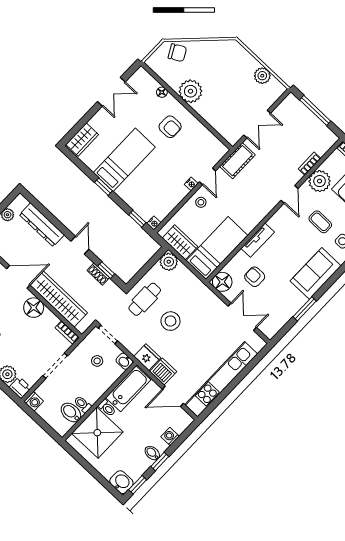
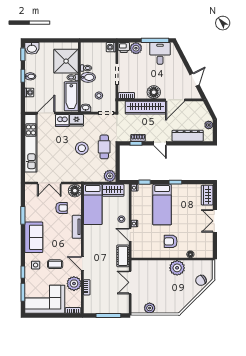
double door: (111, 92) -> (215, 221), moved
bed: (124, 160) -> (162, 205), moved
bidet: (71, 412) -> (88, 77), moved

